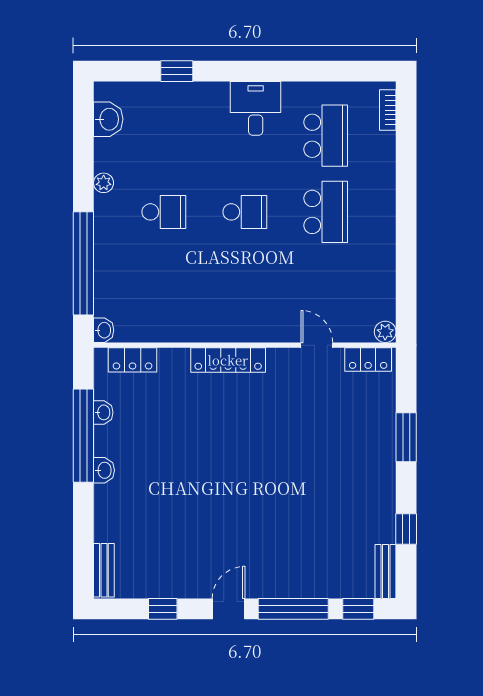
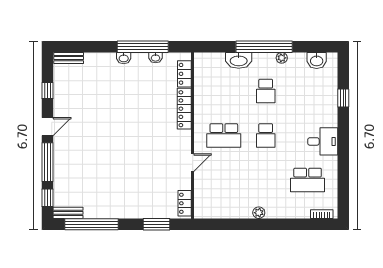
school desk: (326, 212) -> (224, 136), moved
window: (83, 263) -> (264, 47), moved
washbasin: (104, 330) -> (239, 60), moved, width x1.91, depth x1.45
plant: (385, 332) -> (259, 213), moved
door: (317, 345) -> (192, 163), moved
locker: (228, 360) -> (184, 109), moved
window: (406, 437) -> (156, 224), moved
window: (406, 529) -> (91, 224), width x3.17
door: (229, 609) -> (47, 127), hinge flipped

